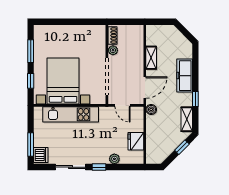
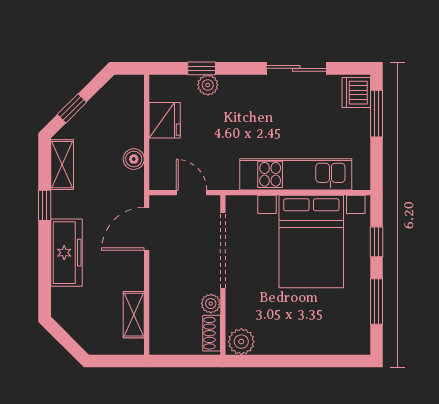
plant: (98, 31) -> (241, 342), added
shelving: (151, 58) -> (134, 315), moved
boiler: (151, 109) -> (134, 159), moved
window: (99, 167) -> (202, 68), moved

